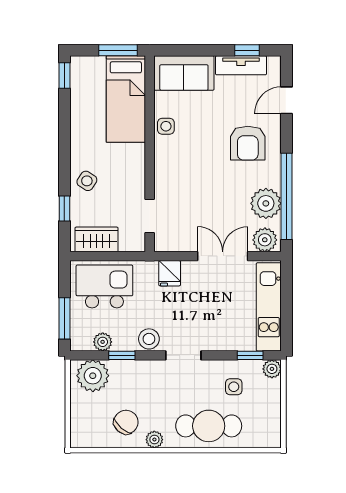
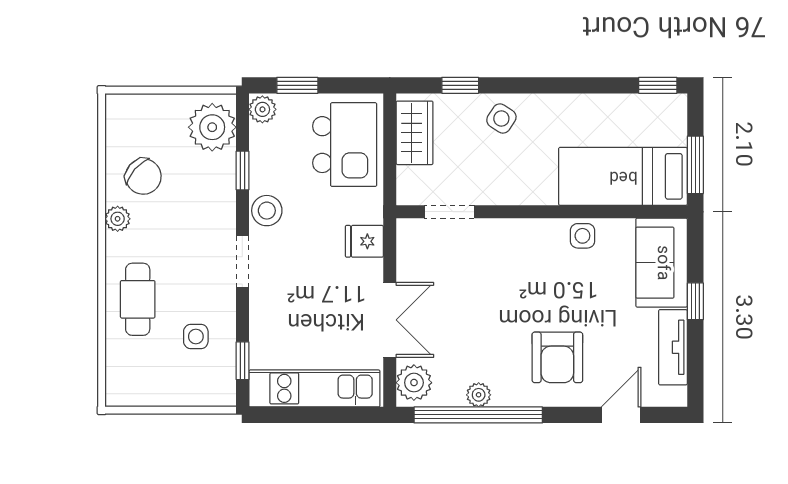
window: (247, 50) -> (695, 301), moved
door: (287, 100) -> (621, 415), hinge flipped
armchair: (248, 143) -> (557, 357), turned -90
plant: (266, 203) -> (479, 395), width x0.53, depth x0.53
window: (64, 318) -> (297, 85), width x0.67
plant: (103, 342) -> (262, 109), moved
plant: (272, 369) -> (222, 393), removed
cafe table: (209, 426) -> (138, 299), width x0.73, depth x0.74

